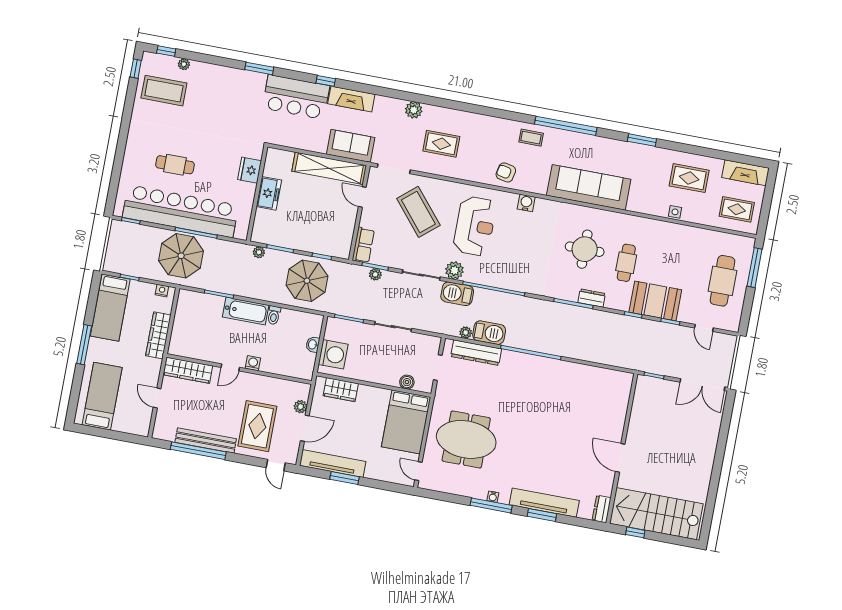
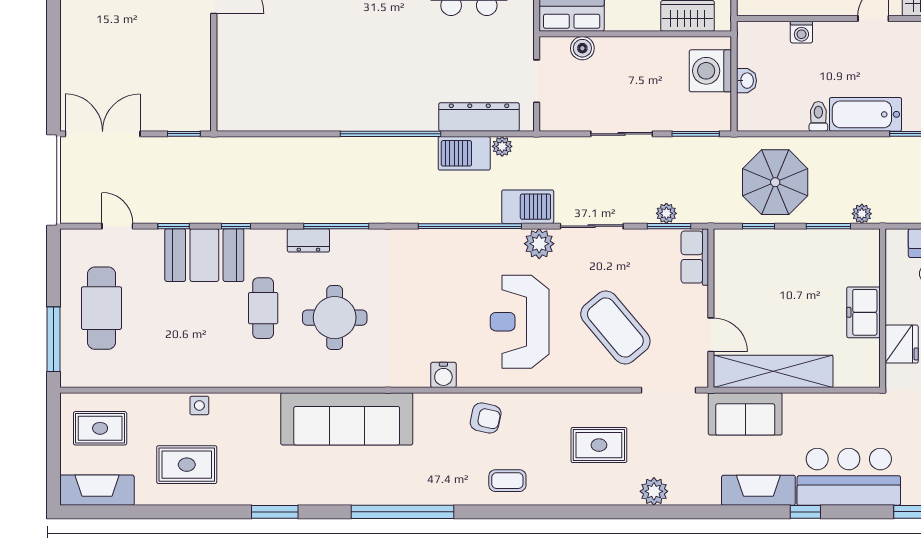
coffee table: (531, 138) -> (507, 481), moved
washing machine: (253, 363) -> (801, 32), moved

